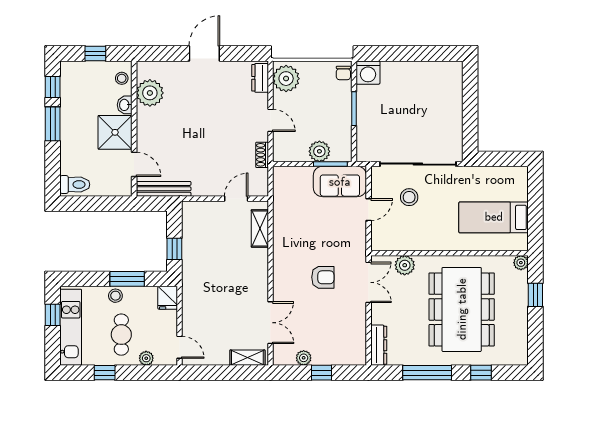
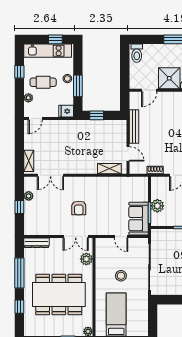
bench: (164, 189) -> (134, 127), moved
stool: (409, 197) -> (121, 276), moved

